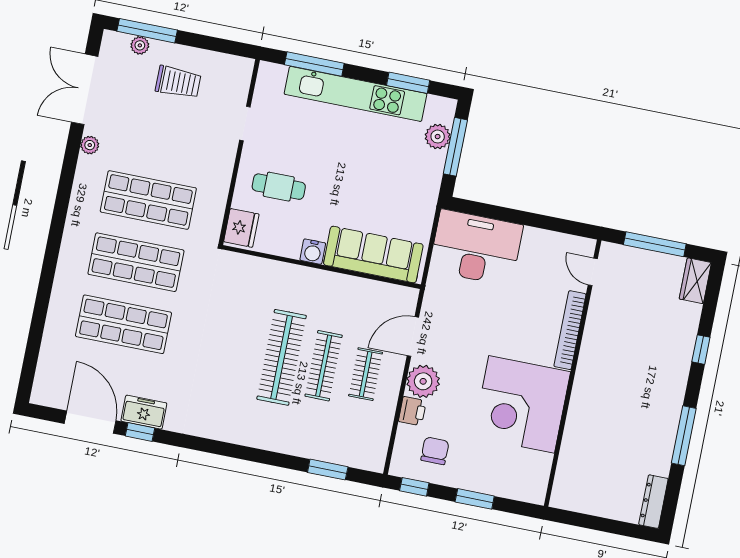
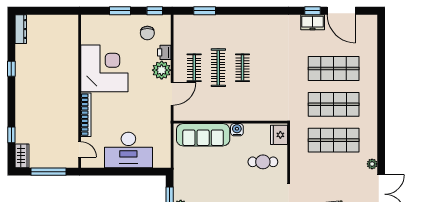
desk: (476, 248) -> (128, 150), moved
window: (701, 350) -> (11, 135), moved
clothes rail: (282, 357) -> (242, 68), width x0.54, depth x0.76
window: (684, 436) -> (11, 69), width x0.46

